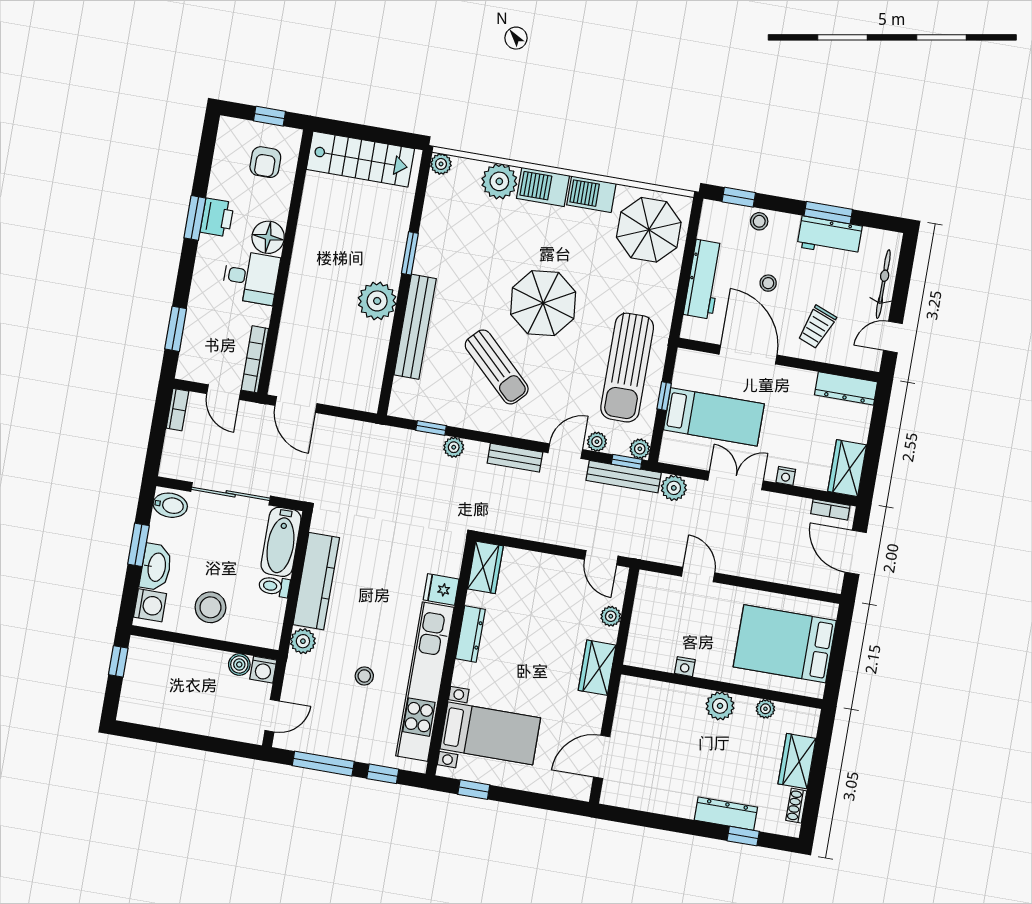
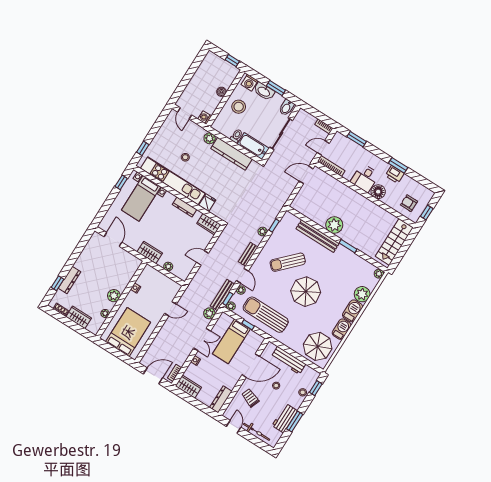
door: (601, 558) -> (203, 258), moved
boiler: (239, 665) -> (221, 92), moved
window: (323, 764) -> (157, 126), removed

